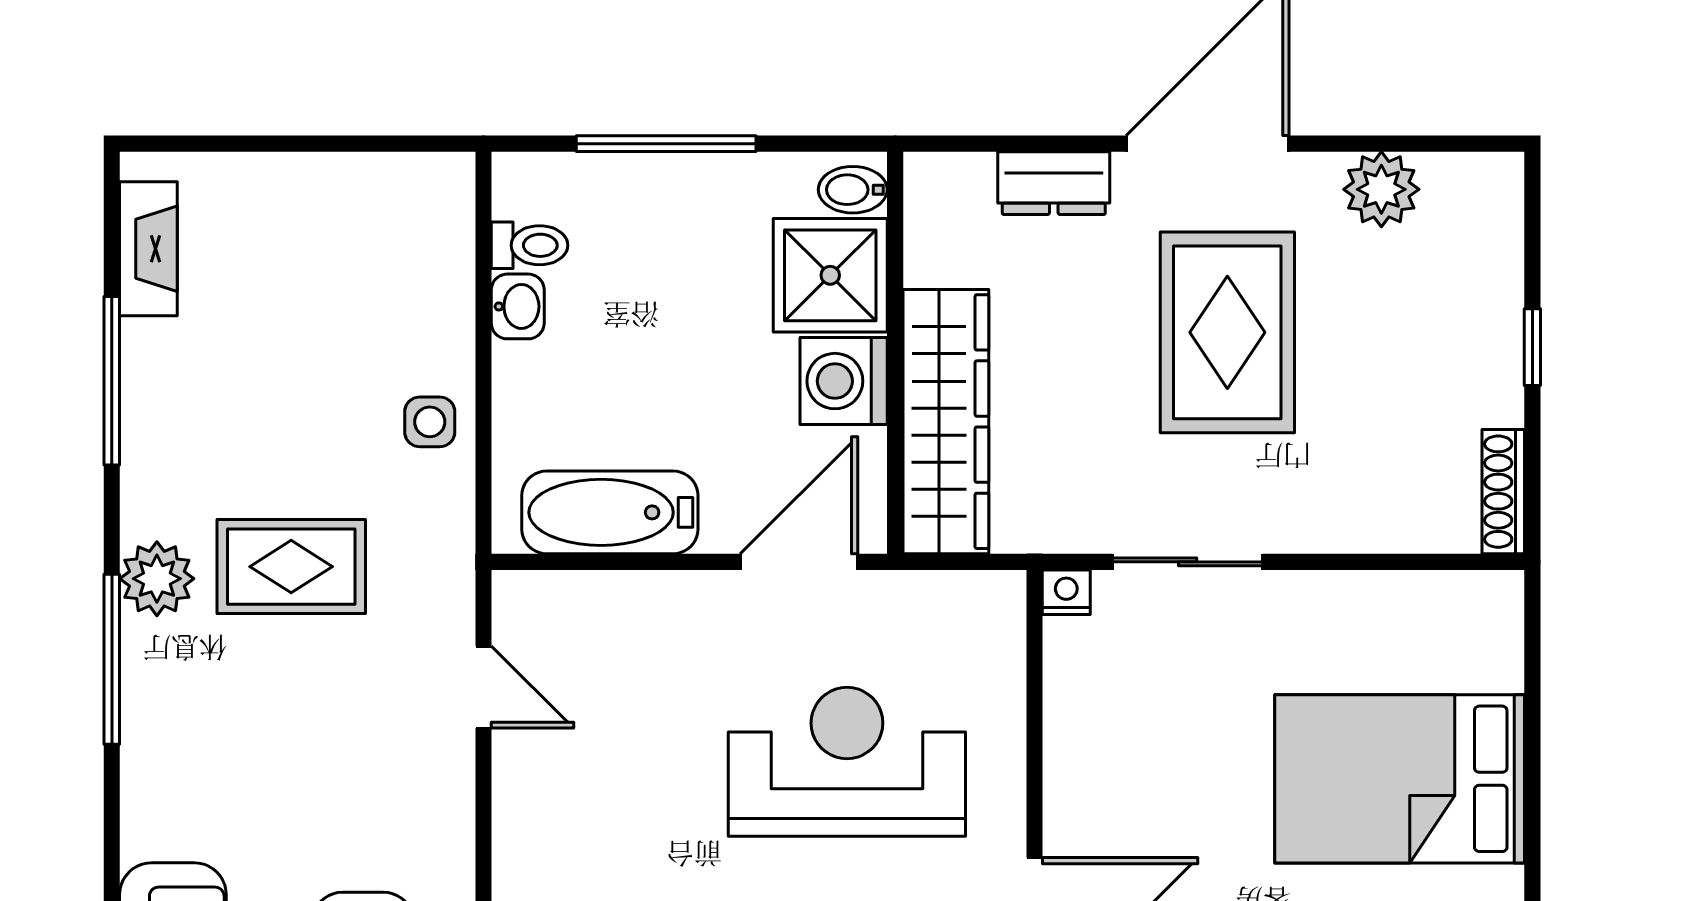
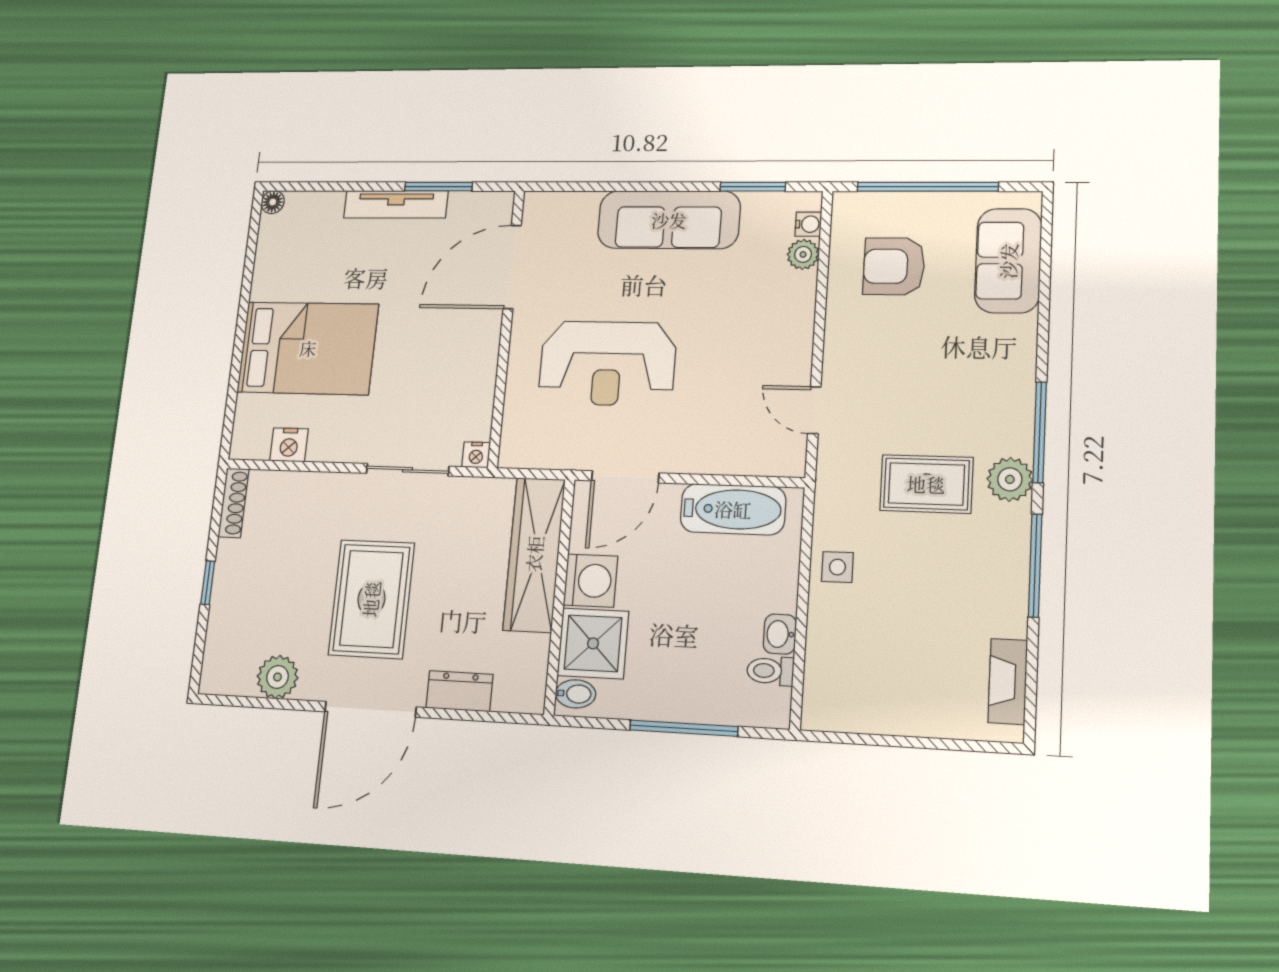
window: (112, 381) -> (1035, 565), moved
nightstand: (1412, 600) -> (289, 445), added

